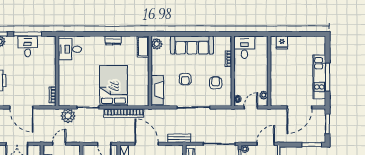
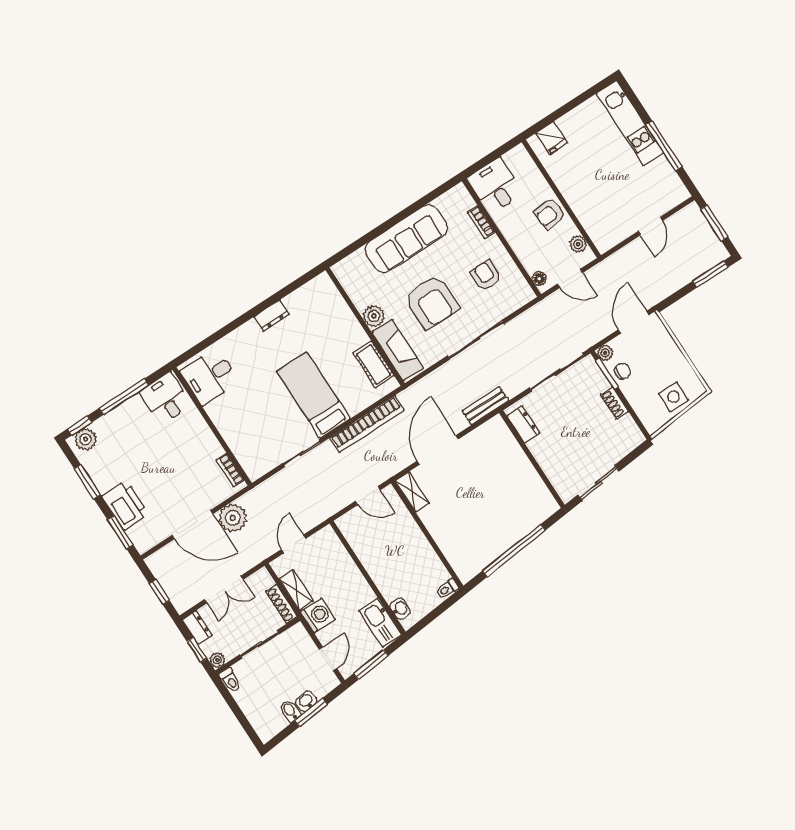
plant: (157, 44) -> (374, 316), moved
desk: (28, 46) -> (166, 399), moved
cot: (143, 47) -> (373, 365), moved
armchair: (260, 74) -> (550, 214), added
kitchen unit: (319, 77) -> (630, 123), moved
armchair: (185, 79) -> (432, 302), width x1.88, depth x1.88
bed: (114, 86) -> (313, 395), width x0.67
door: (251, 107) -> (570, 278), swing flipped
door: (299, 107) -> (650, 226), width x0.53
plant: (68, 116) -> (233, 518), moved
door: (147, 144) -> (438, 450), hinge flipped

